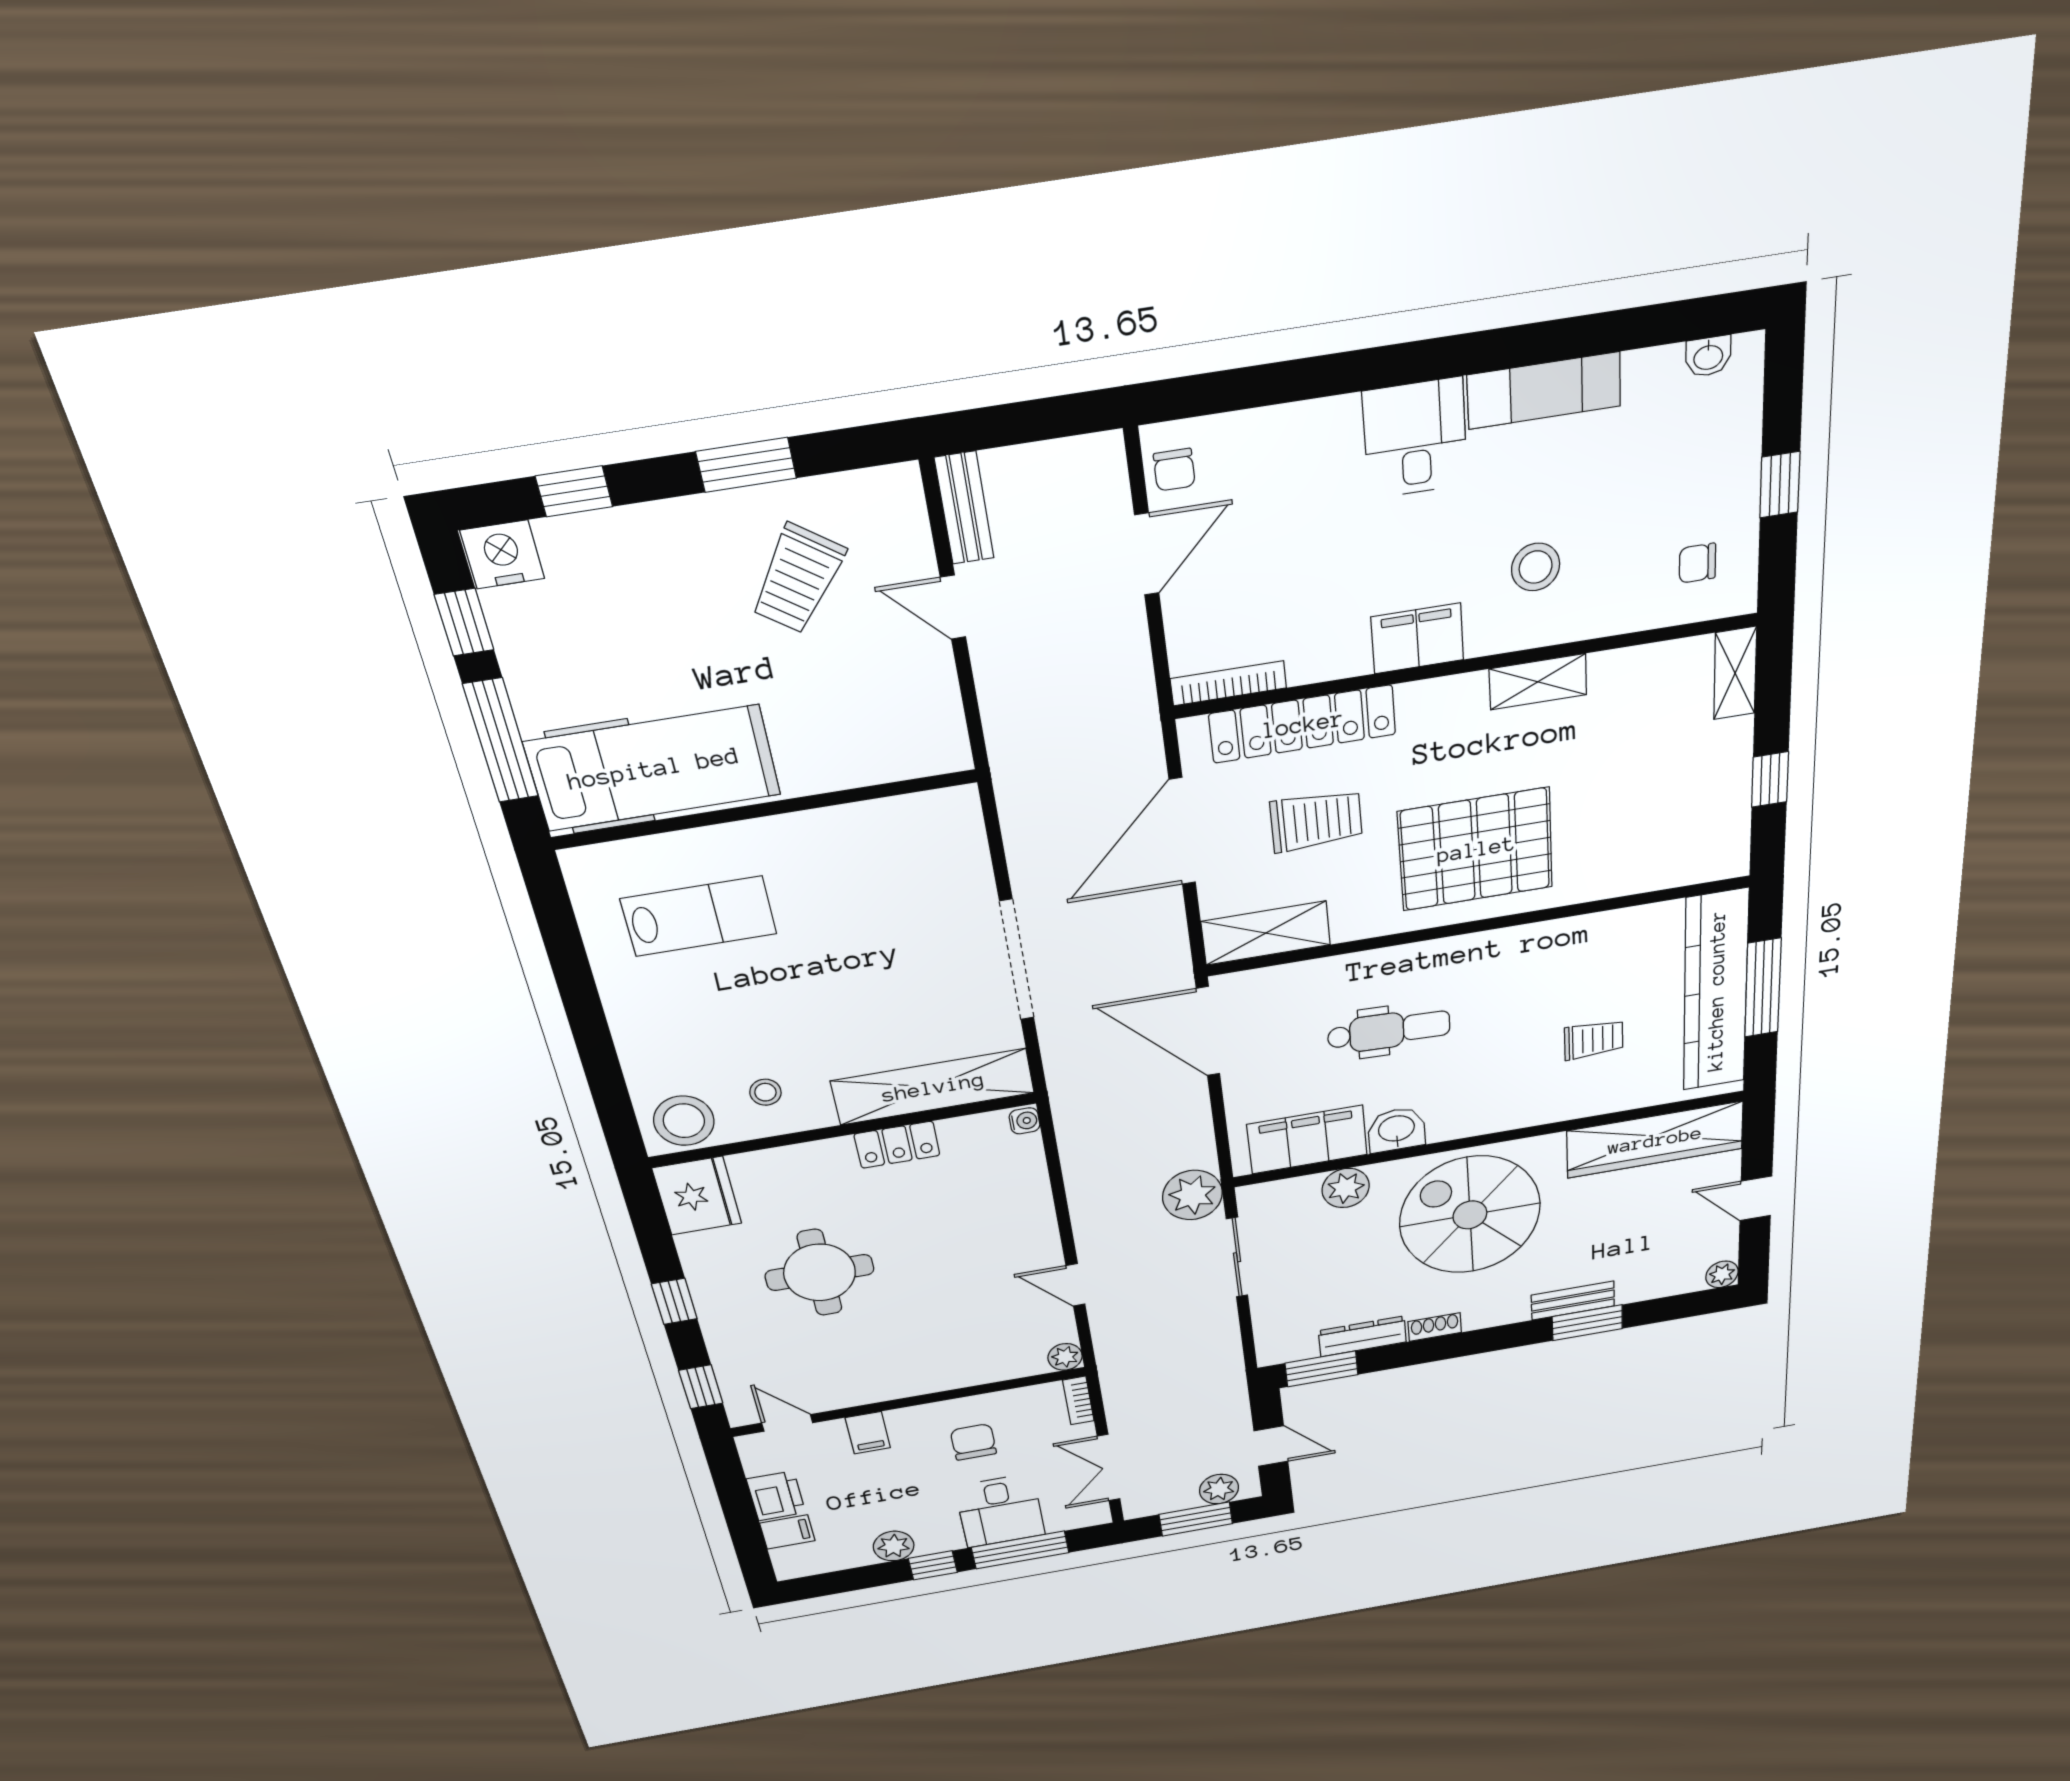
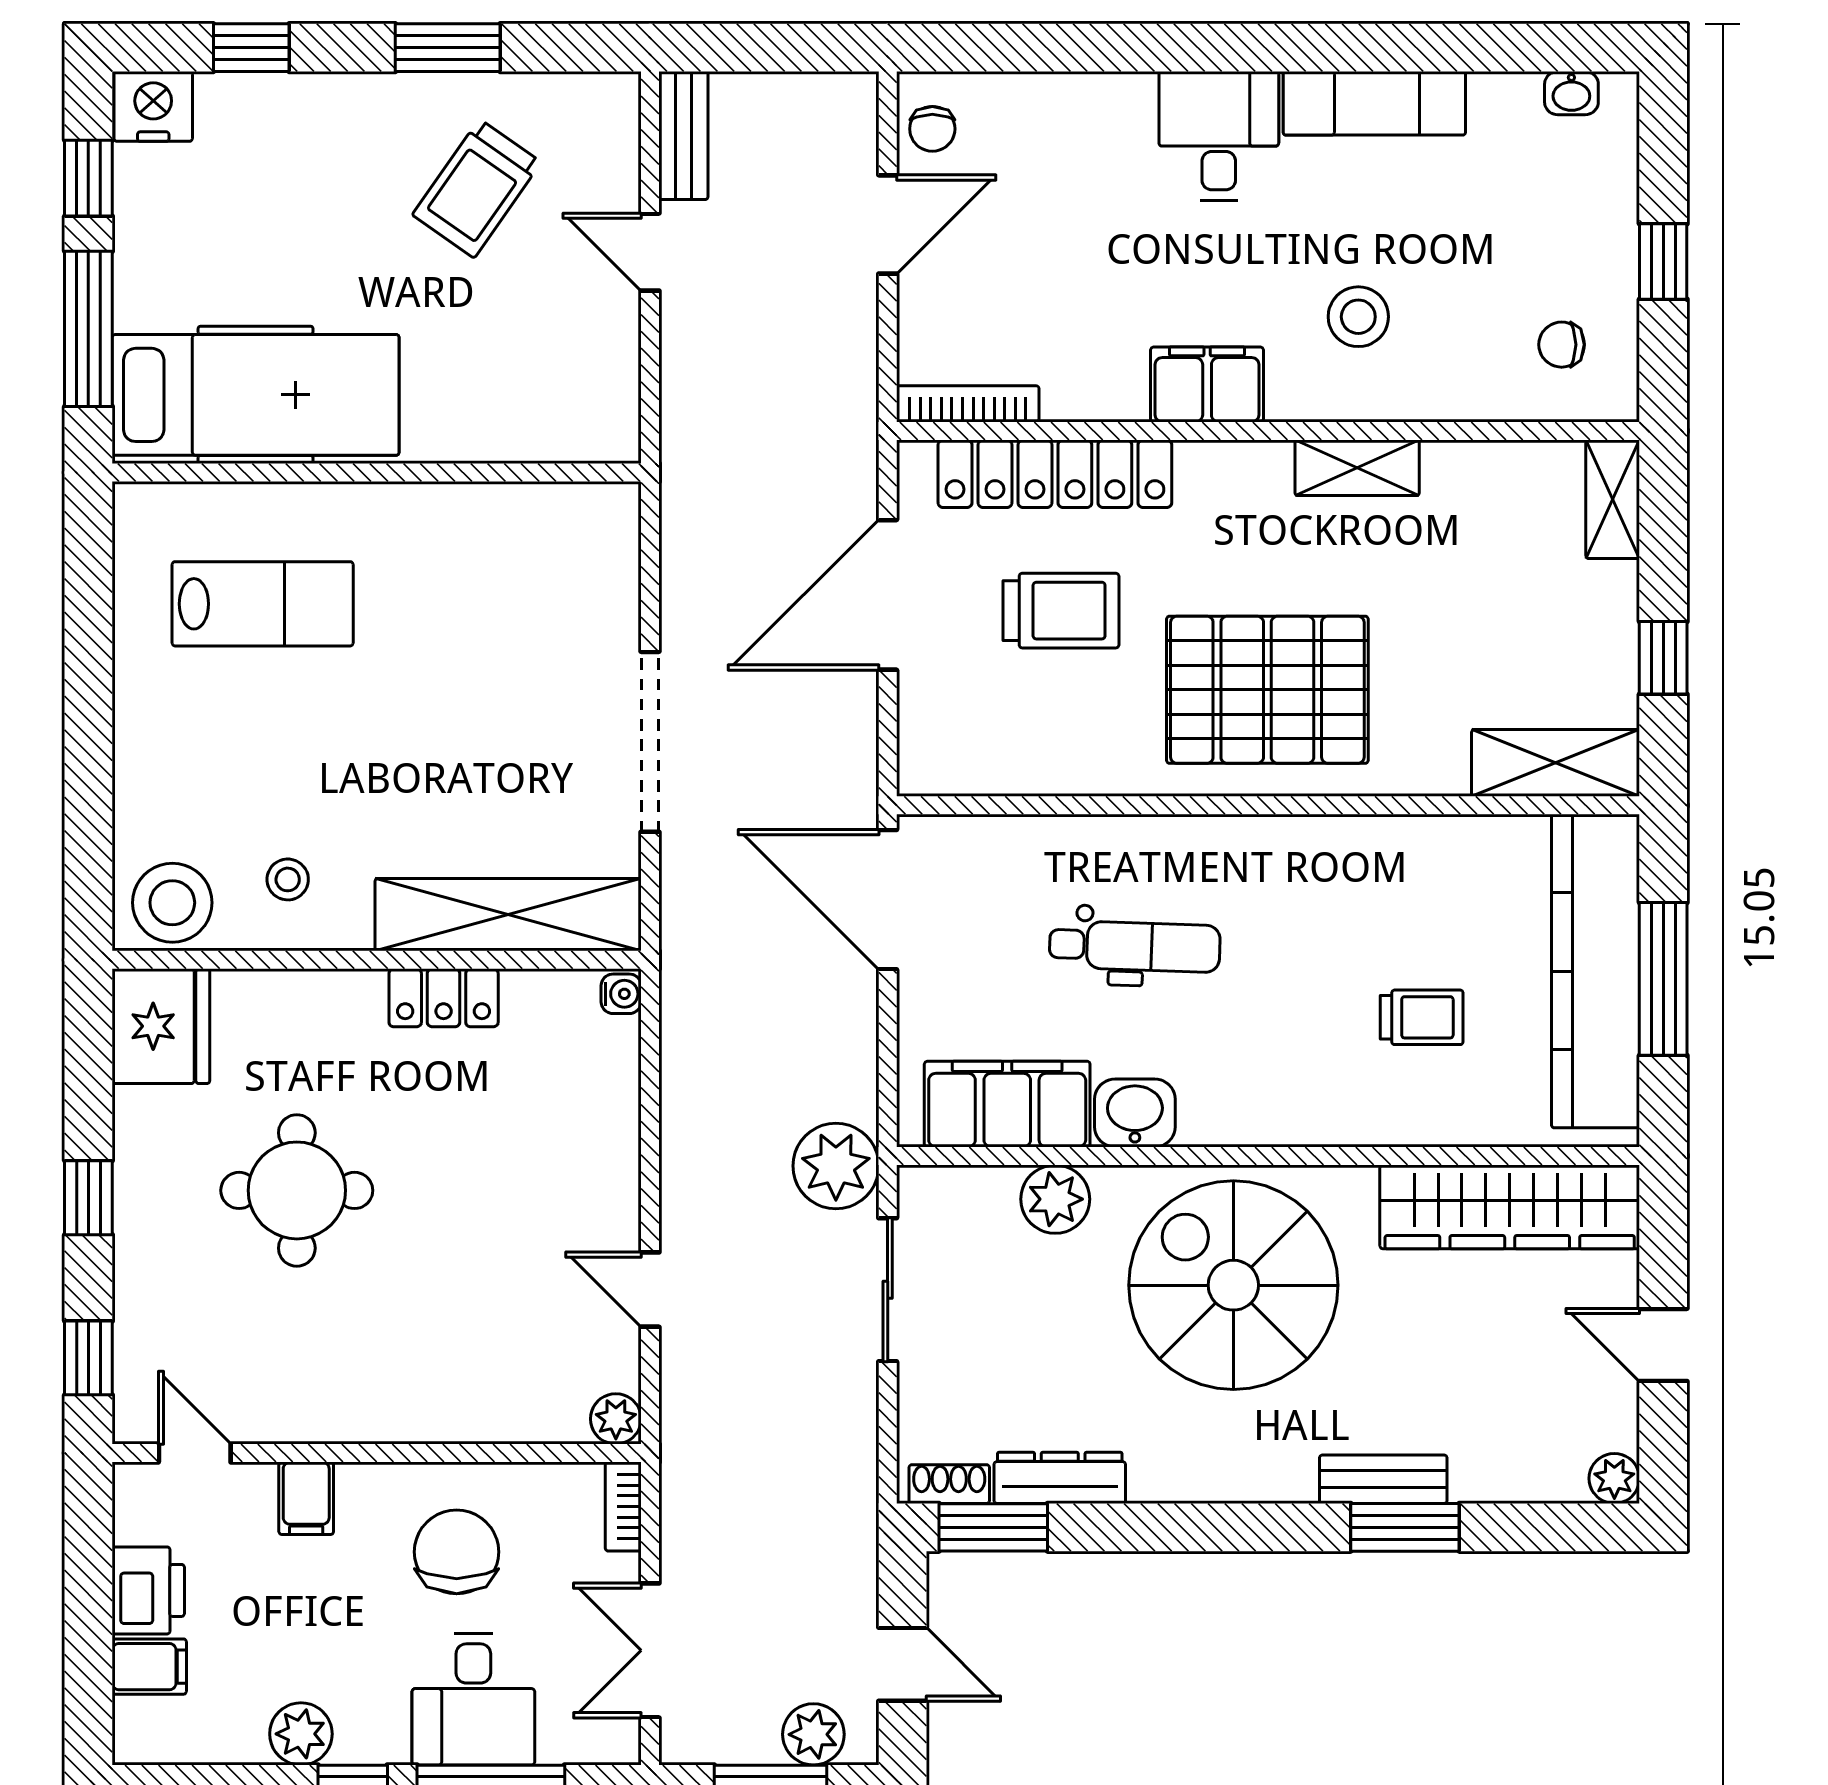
shelving: (1266, 933) -> (1556, 763), moved
shoe rack: (1435, 1327) -> (949, 1484), moved
chair: (973, 1442) -> (457, 1552), width x1.37, depth x1.37

